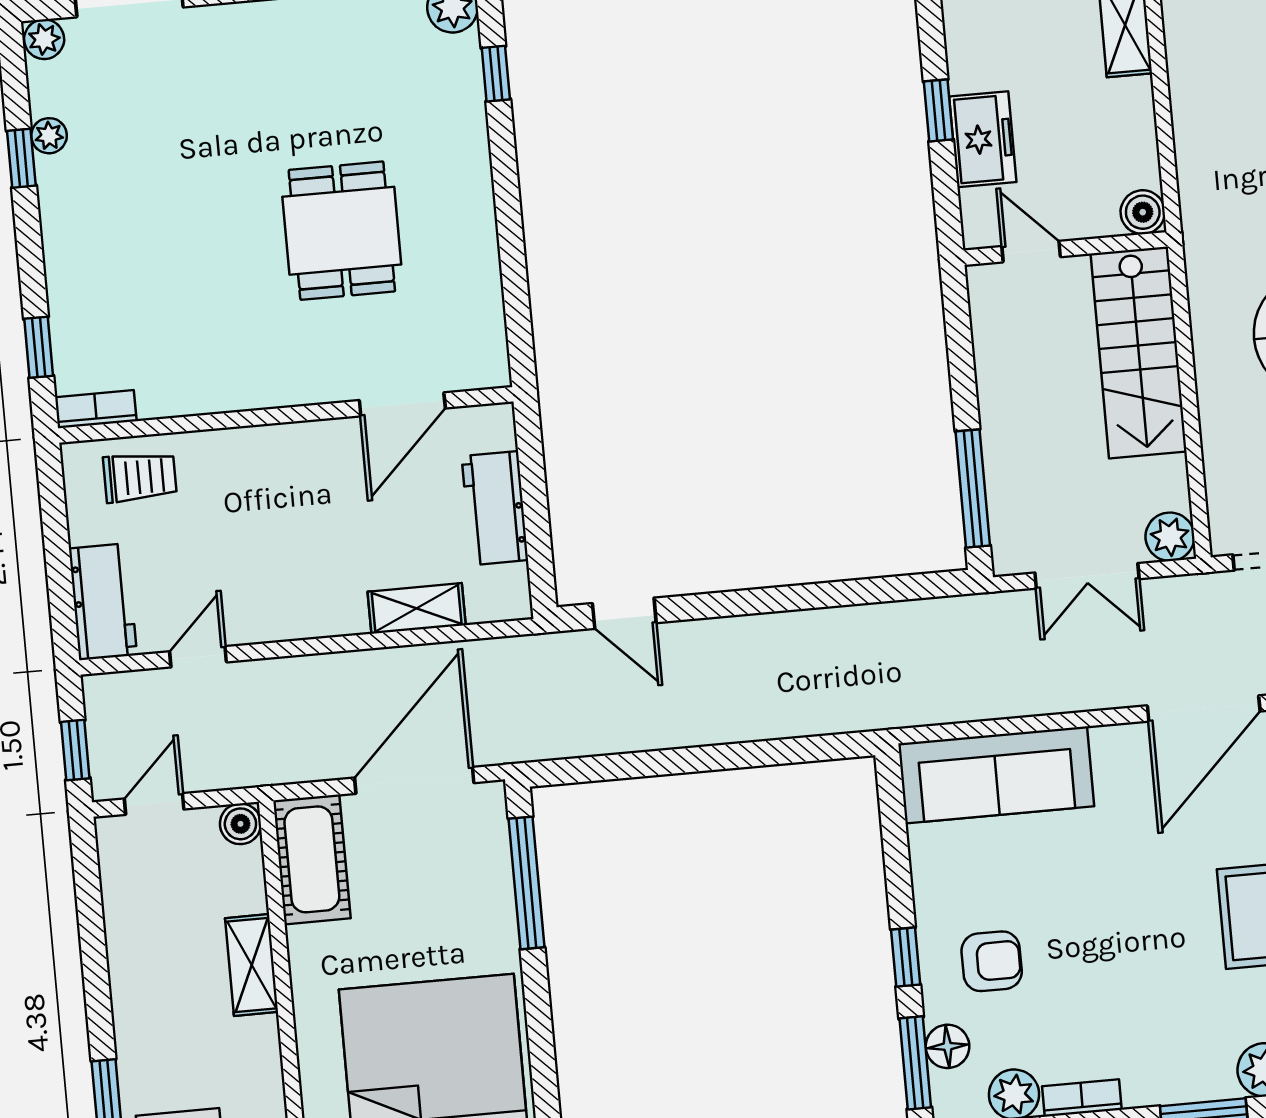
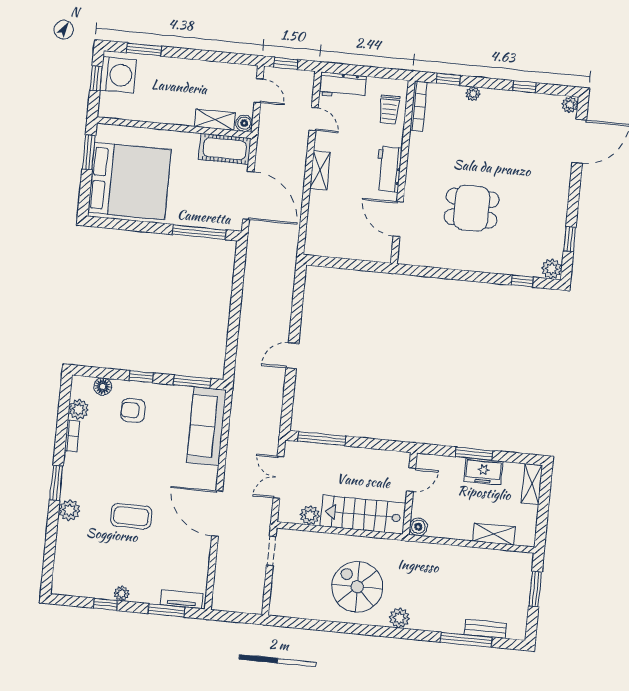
window: (938, 110) -> (474, 454), width x1.50
plant: (49, 136) -> (473, 94), moved
freezer: (983, 139) -> (483, 471), moved
bookcase: (96, 409) -> (419, 106), width x1.56
workbench: (495, 508) -> (389, 169), moved, turned -90
plant: (1170, 537) -> (310, 515), moved
shelving: (417, 608) -> (320, 170), moved
door: (624, 613) -> (292, 356), moved
armchair: (992, 961) -> (133, 410), turned 90
shelving: (252, 965) -> (215, 120), moved
window: (915, 1063) -> (192, 382), moved

